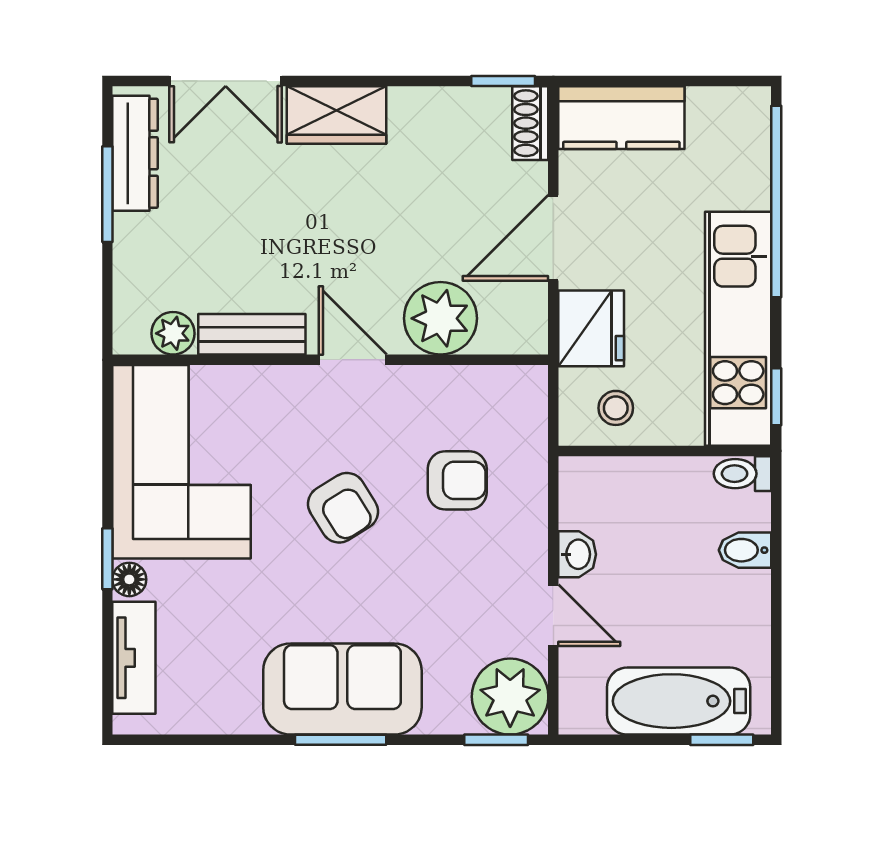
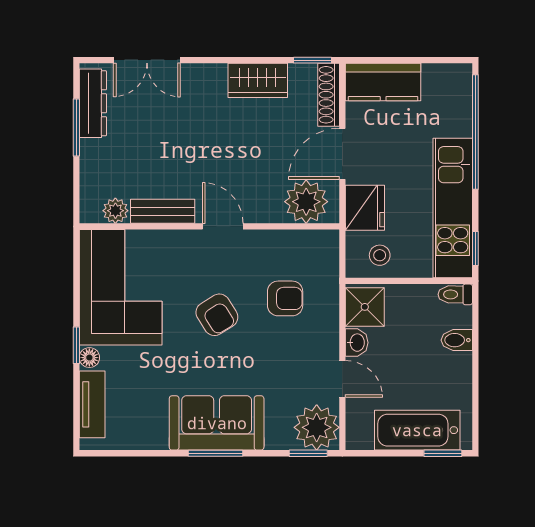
wardrobe: (336, 115) -> (258, 80), moved
shoe rack: (530, 123) -> (329, 95), width x1.43
plant: (441, 318) -> (306, 202), moved
shower: (591, 495) -> (365, 307), added

